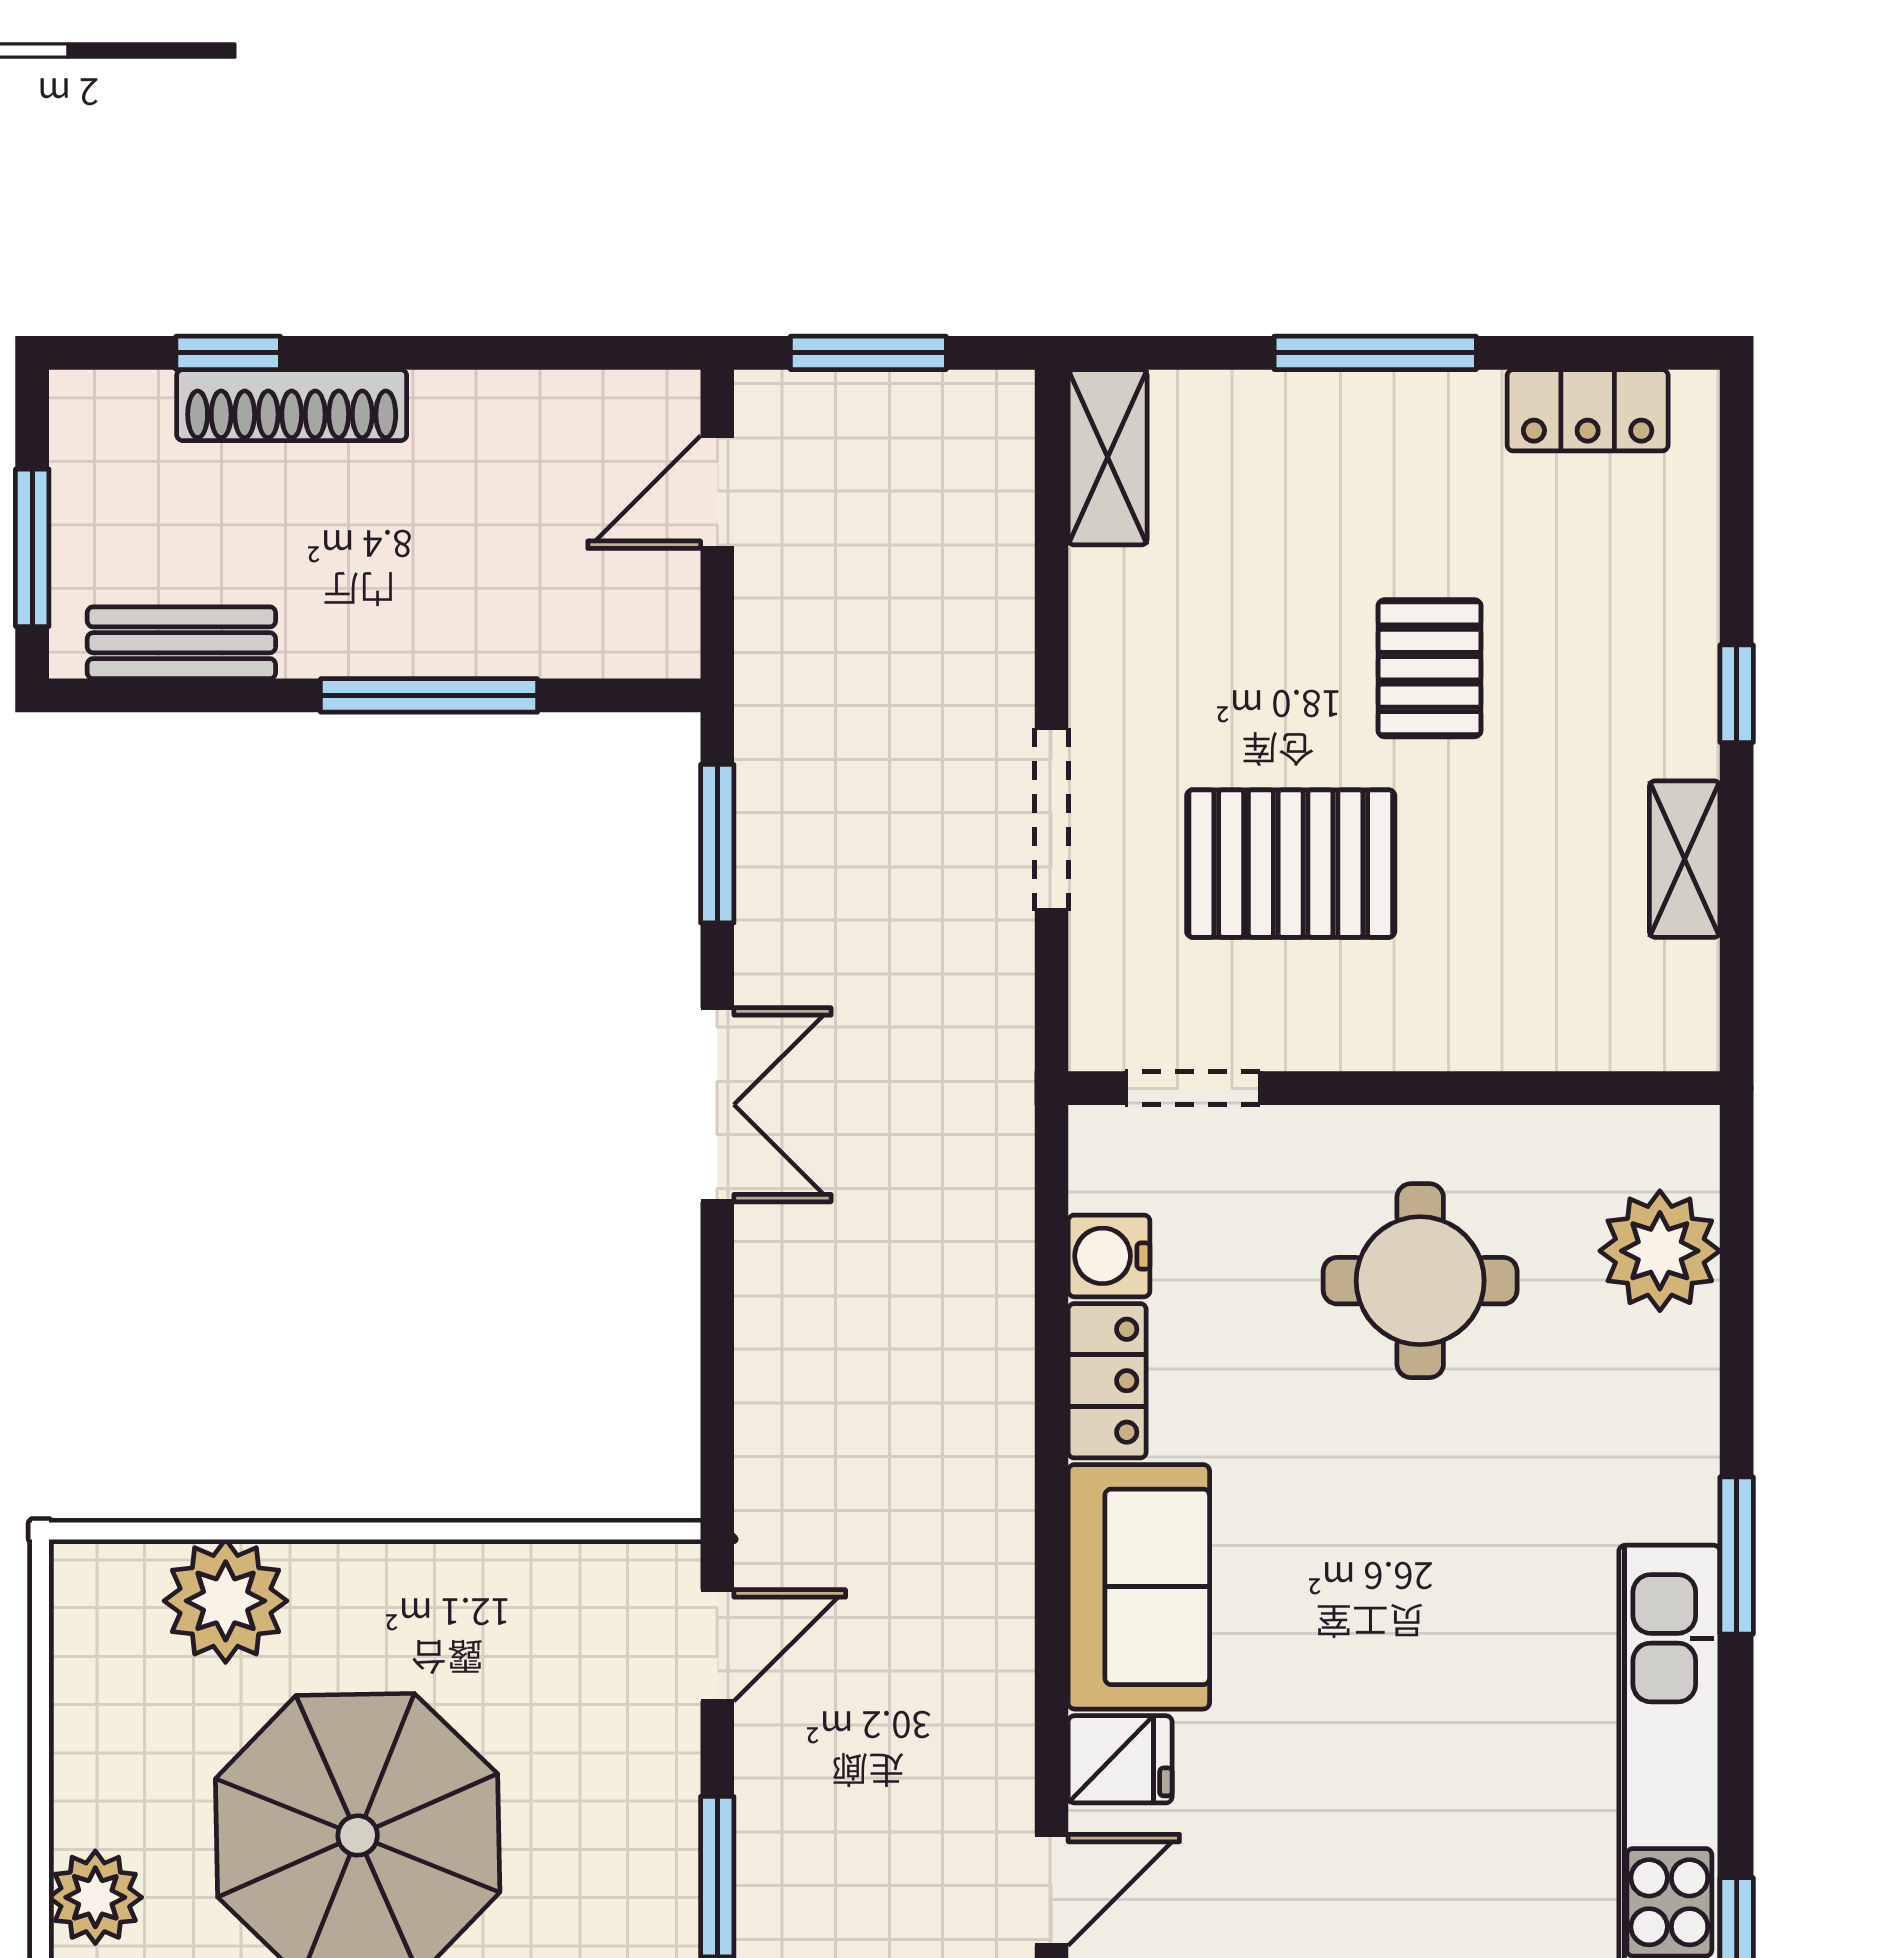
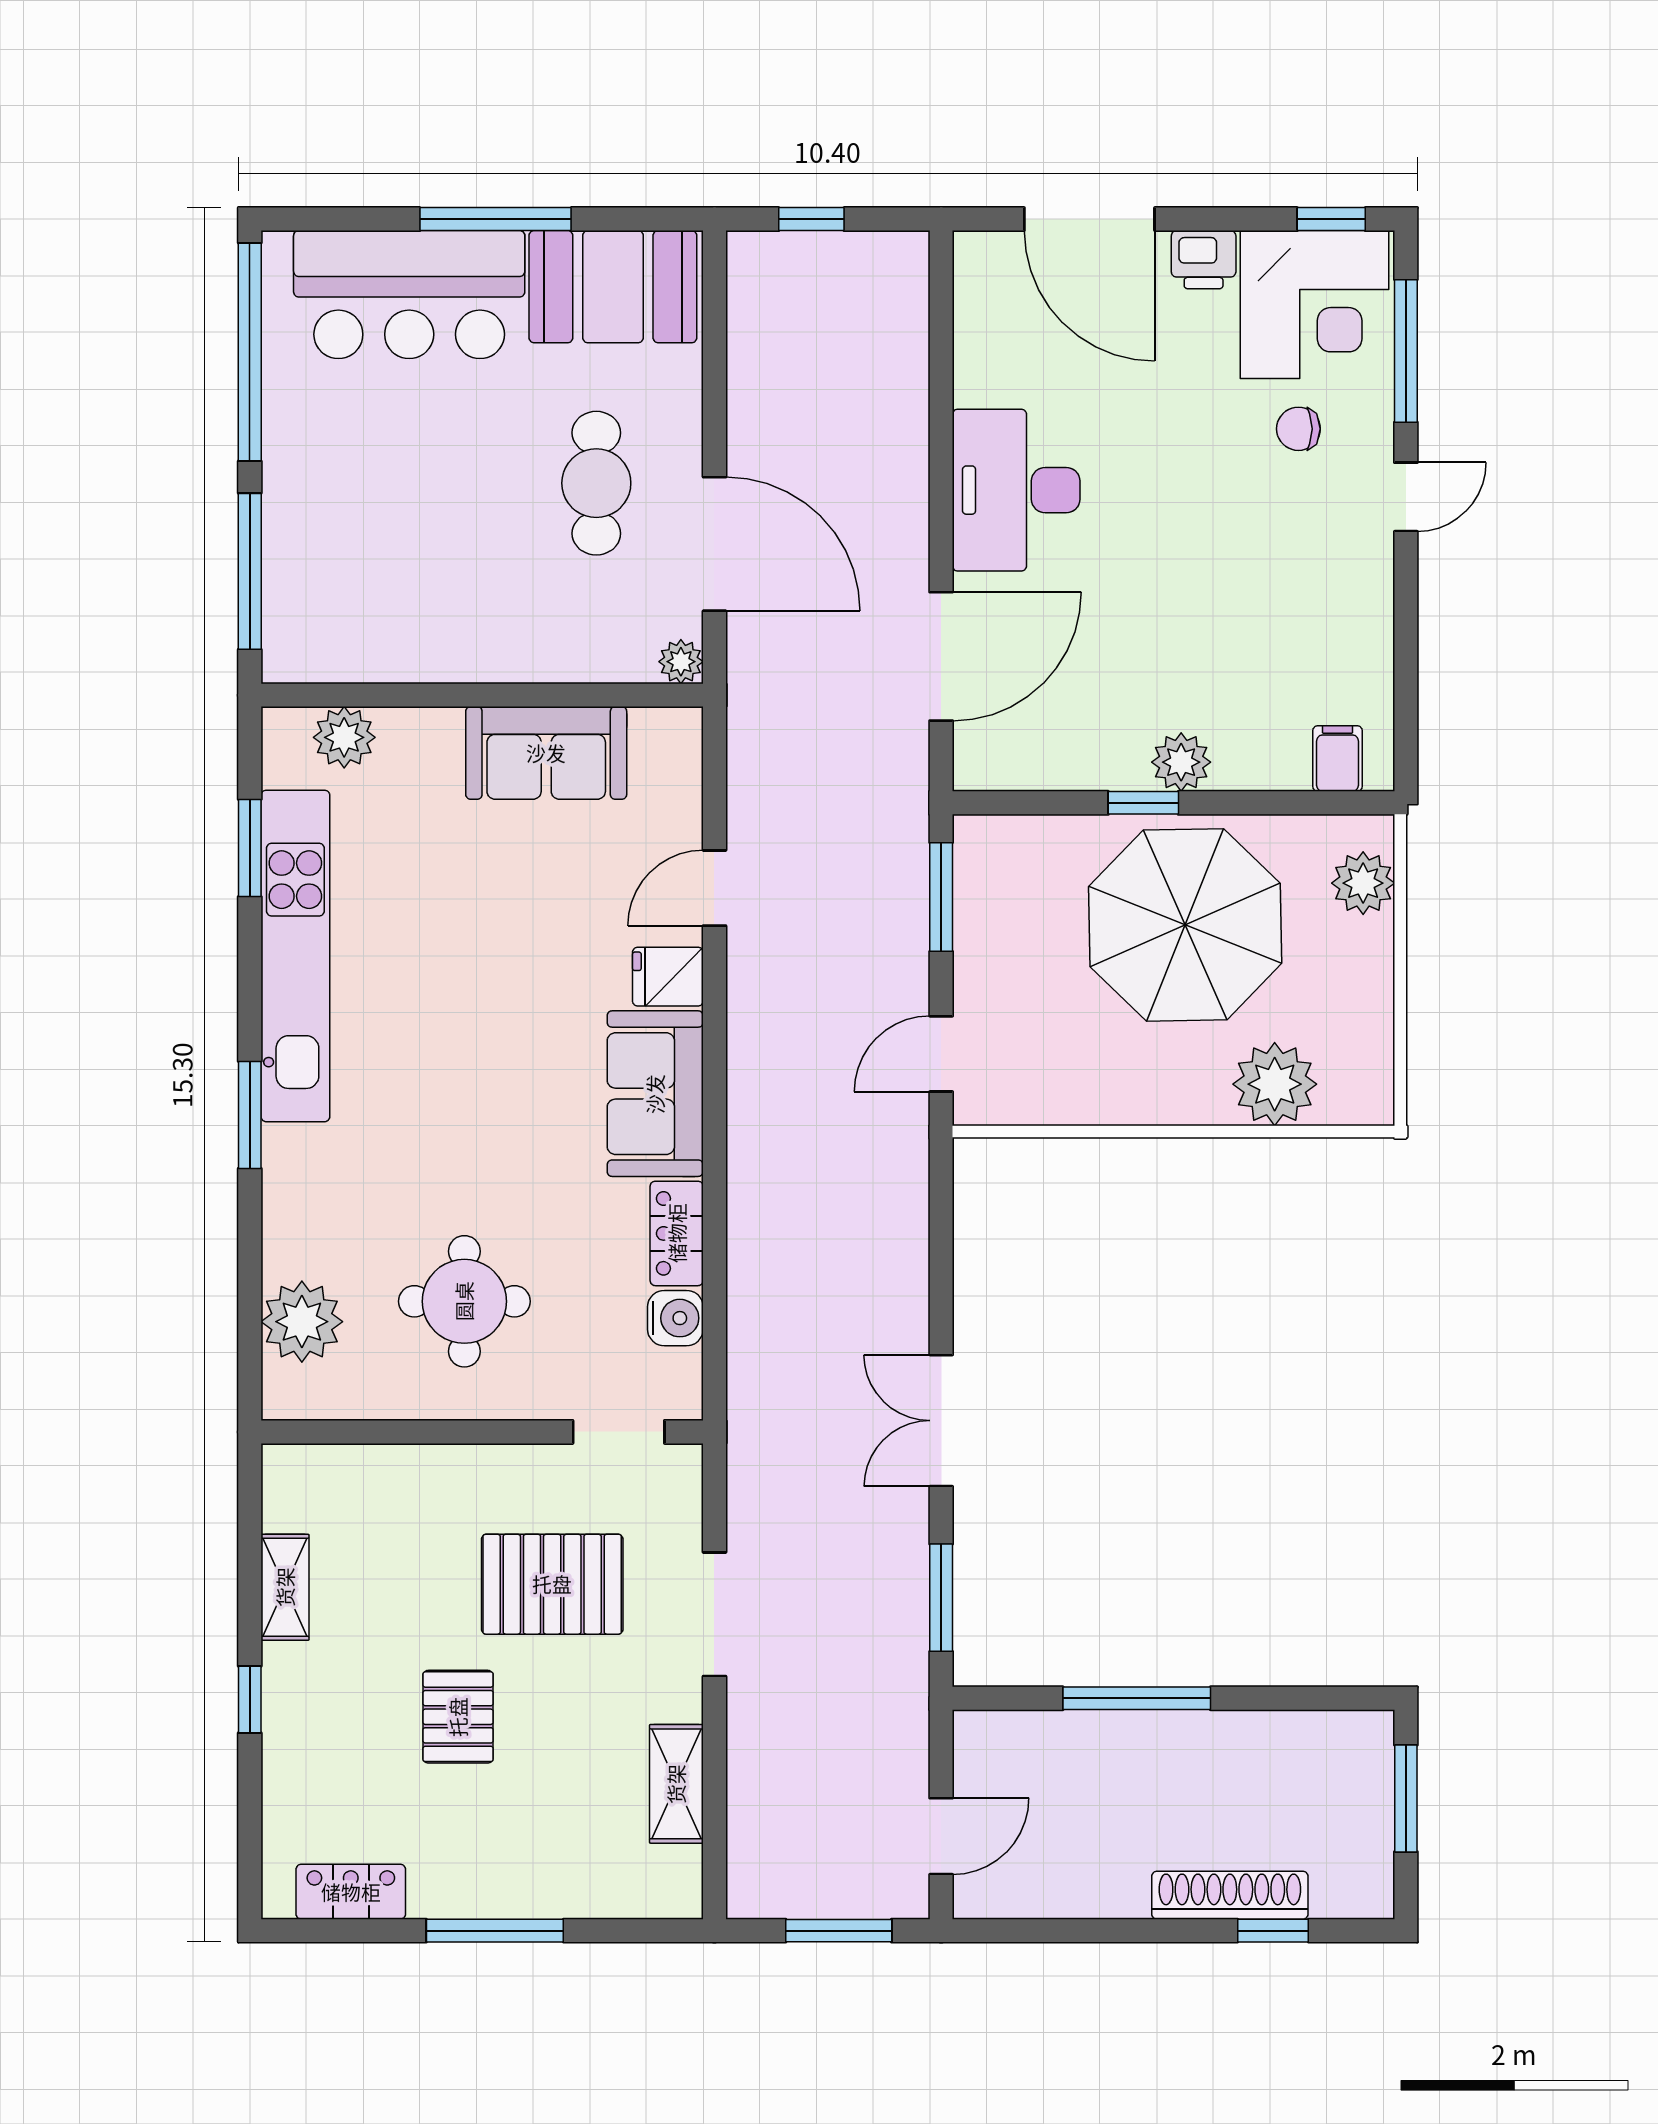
shelving: (1108, 457) -> (676, 1784), moved
bench: (181, 643) -> (1305, 1734), removed

